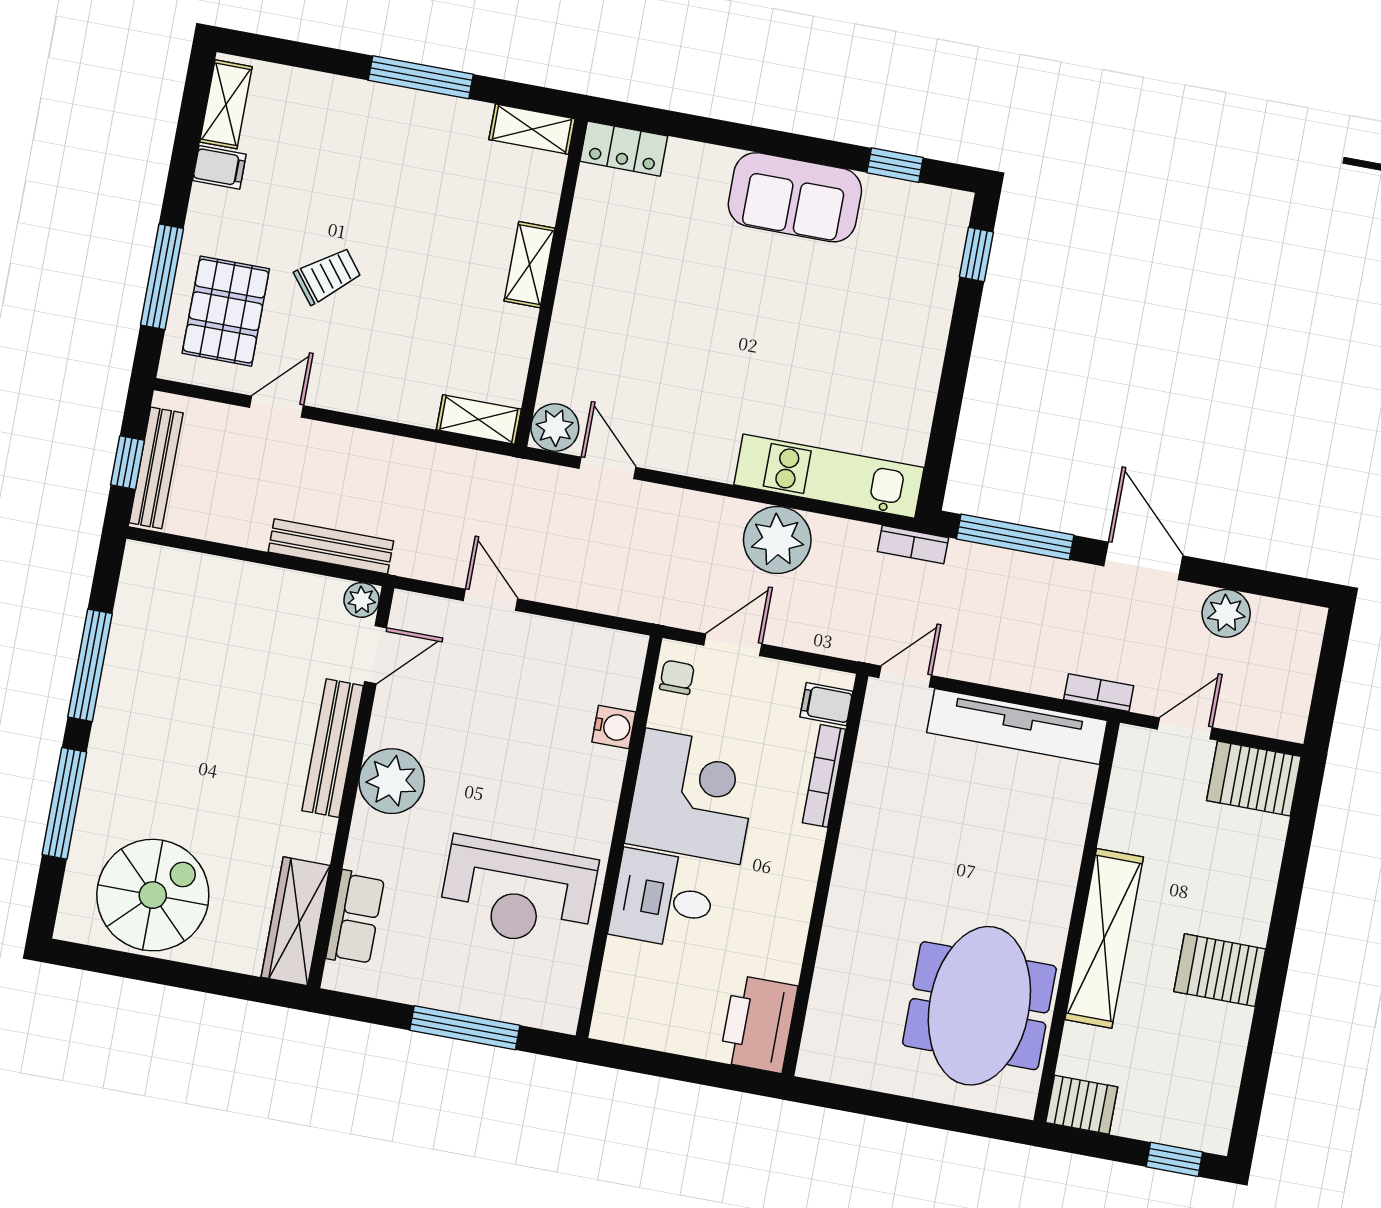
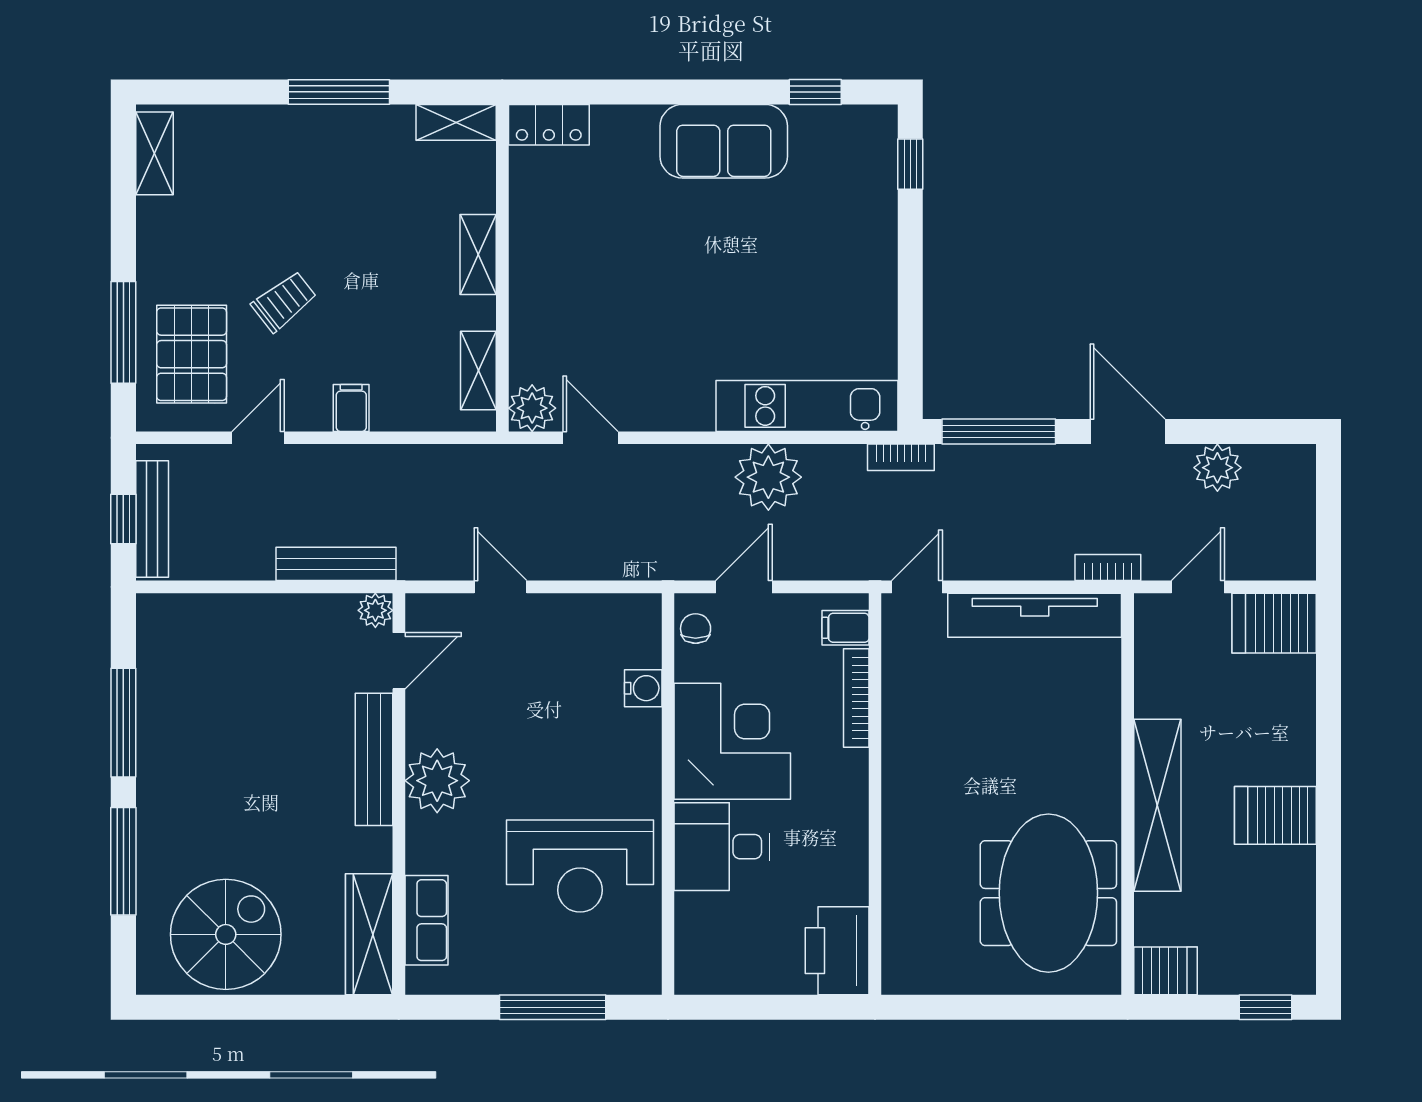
filing cabinet: (219, 167) -> (351, 408), moved, turned -90
shelving: (479, 419) -> (478, 371), moved, turned 90

